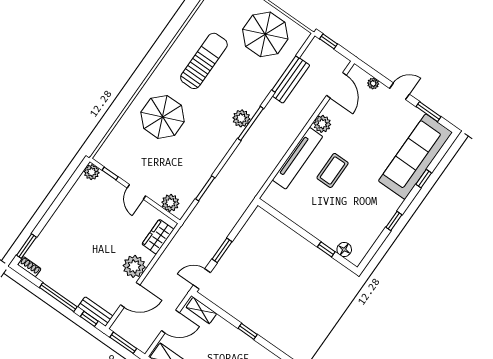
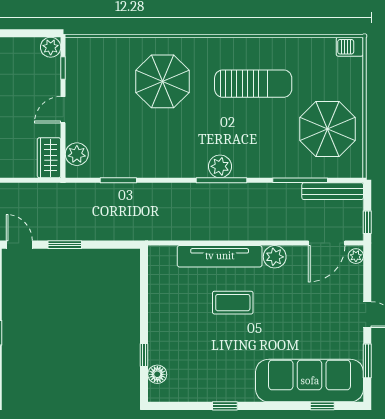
window: (329, 41) -> (367, 222), moved
bench: (291, 81) -> (333, 191), moved
plant: (373, 83) -> (356, 256), moved
window: (424, 179) -> (322, 406), moved
wardrobe: (158, 237) -> (49, 158), moved, turned -90

